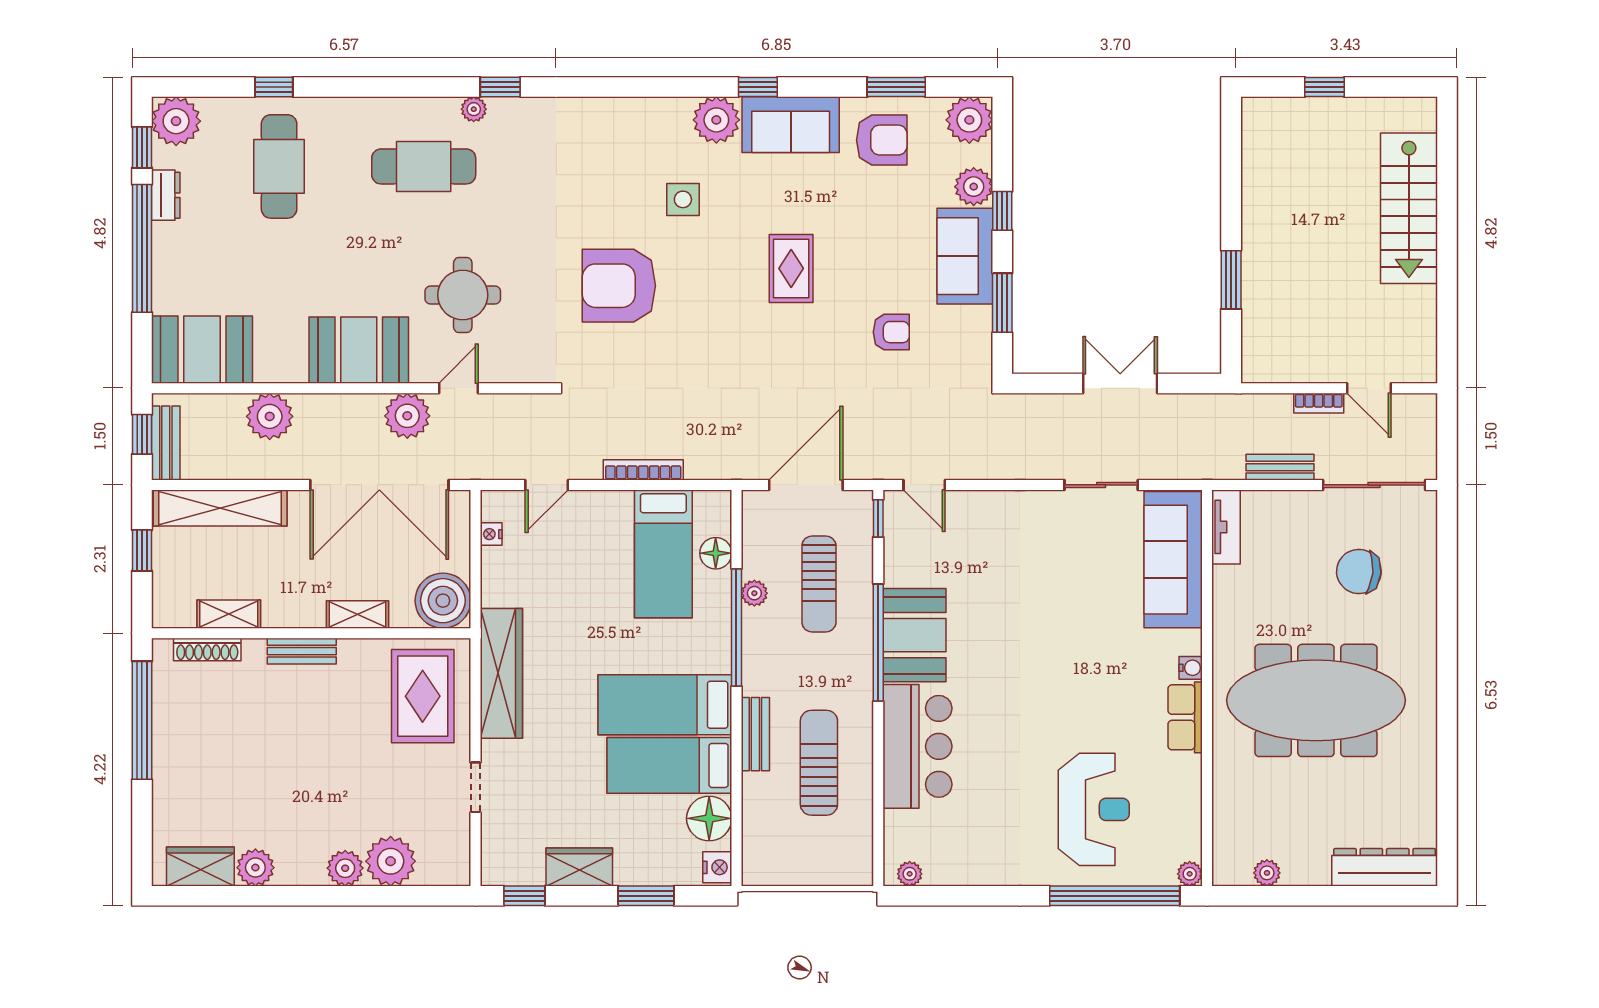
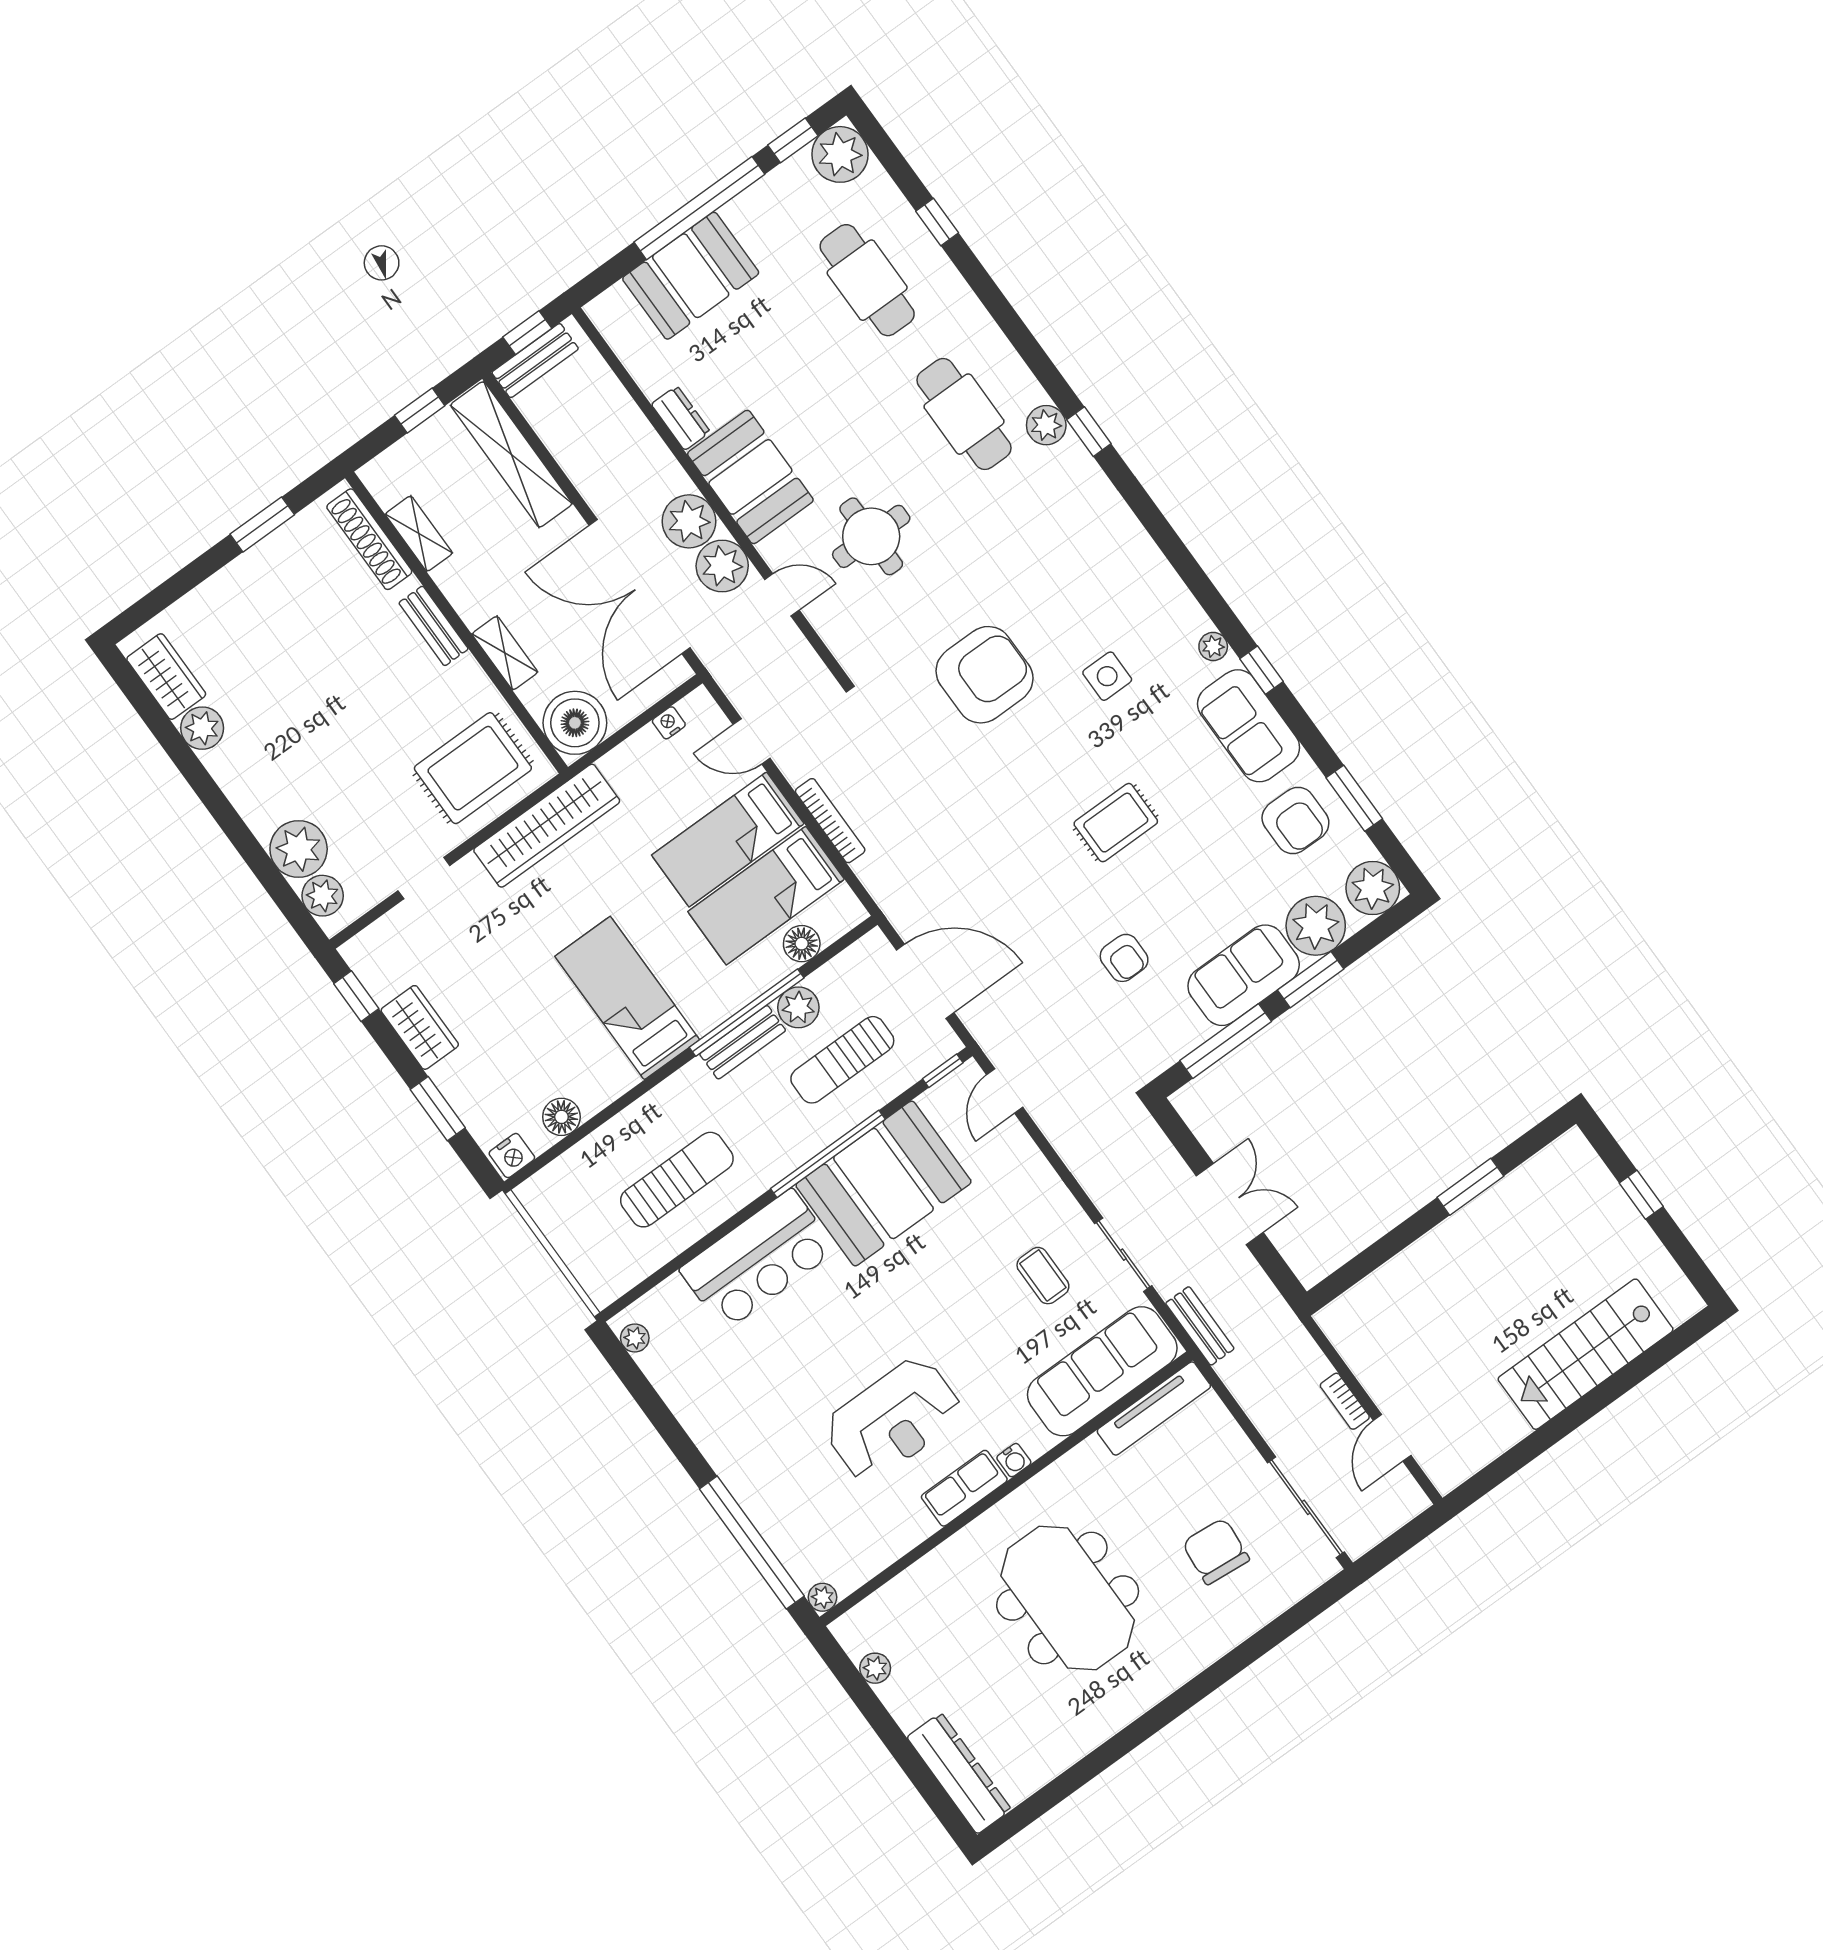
plant: (474, 109) -> (1046, 425), width x1.38, depth x1.38
plant: (716, 120) -> (1213, 646), width x0.53, depth x0.53
cafe table: (279, 166) -> (867, 280), turned 90
plant: (974, 187) -> (1316, 926), width x1.36, depth x1.36
dresser: (166, 195) -> (681, 418), moved, turned -90
window: (1002, 211) -> (1311, 980), width x1.50
window: (1231, 280) -> (1470, 1187), moved
armchair: (619, 286) -> (985, 675), turned 90
window: (1002, 303) -> (1226, 1041), width x1.44
booth: (202, 350) -> (691, 276), moved, turned 90
plant: (270, 416) -> (689, 521), moved
bench: (1280, 467) -> (1200, 1326), moved
tv unit: (1226, 527) -> (1154, 1409), width x1.41
coffee table: (1075, 553) -> (1043, 1276), added
plant: (754, 593) -> (798, 1007), width x1.38, depth x1.38
booth: (914, 635) -> (883, 1183), width x1.36, depth x1.42
shoe rack: (207, 649) -> (369, 539), width x1.36, depth x1.24
meeting table: (1316, 700) -> (1068, 1598), width x0.73
window: (142, 720) -> (262, 524), width x0.47
bench: (755, 734) -> (743, 1042), moved
bed: (669, 765) -> (728, 839), moved, turned -90
reception desk: (1094, 809) -> (893, 1420), moved
floor lamp: (709, 818) -> (561, 1117), width x0.73, depth x0.73
plant: (345, 868) -> (323, 896), moved

